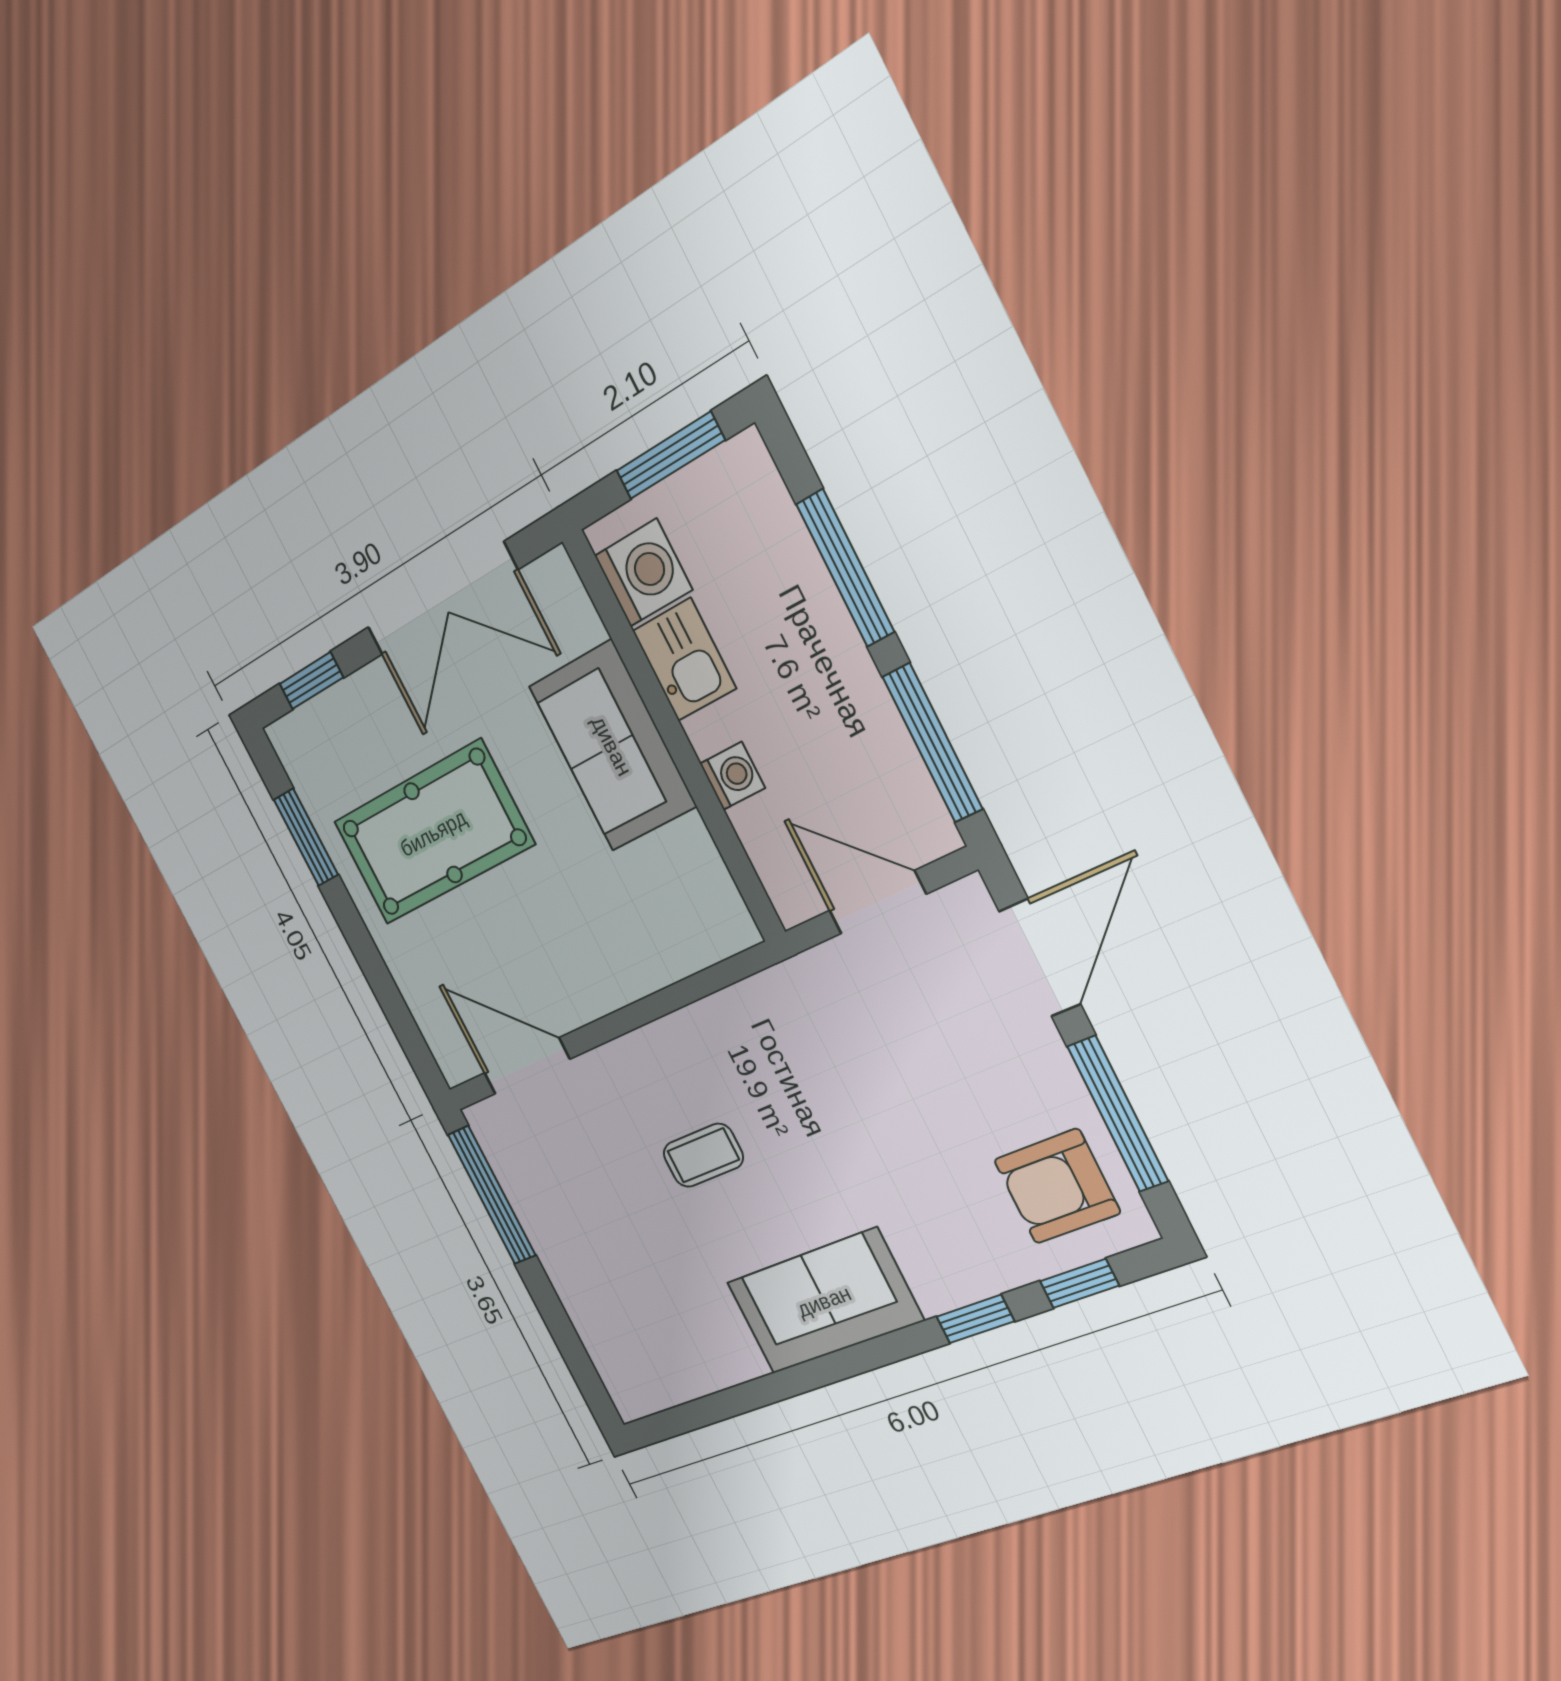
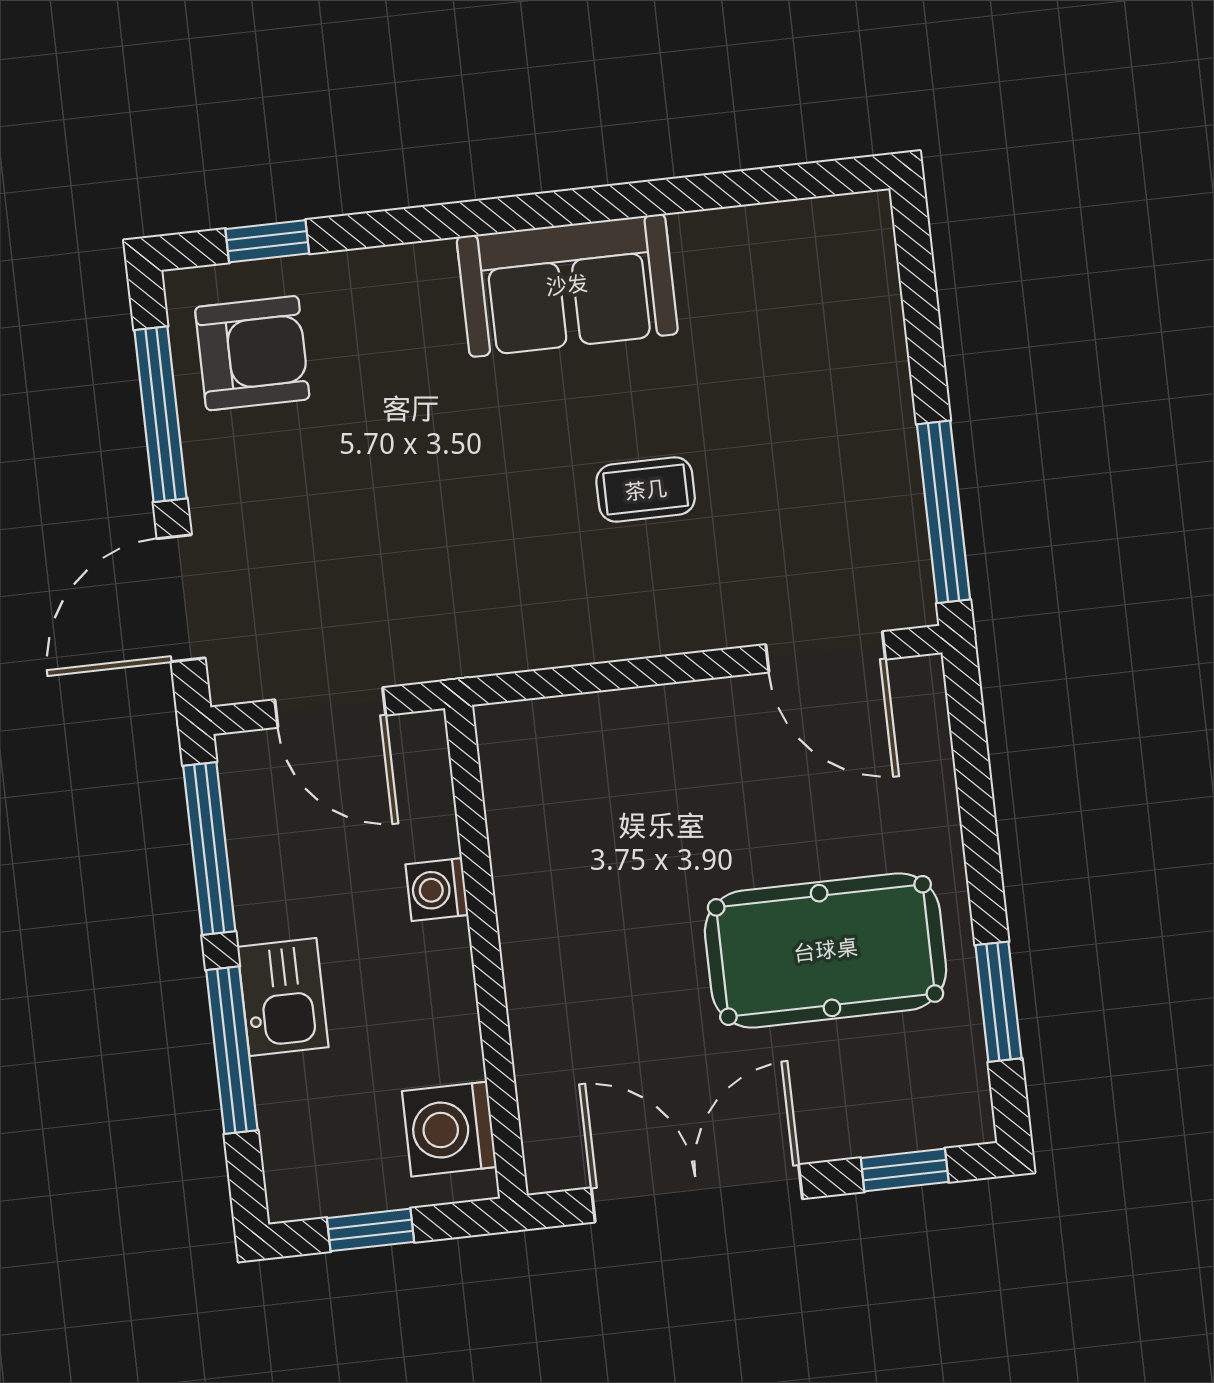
window: (670, 455) -> (370, 1230), width x0.67
kitchen sink: (684, 660) -> (283, 997), moved, turned 180
sofa: (612, 746) -> (562, 968), removed
window: (975, 1319) -> (398, 227), removed

